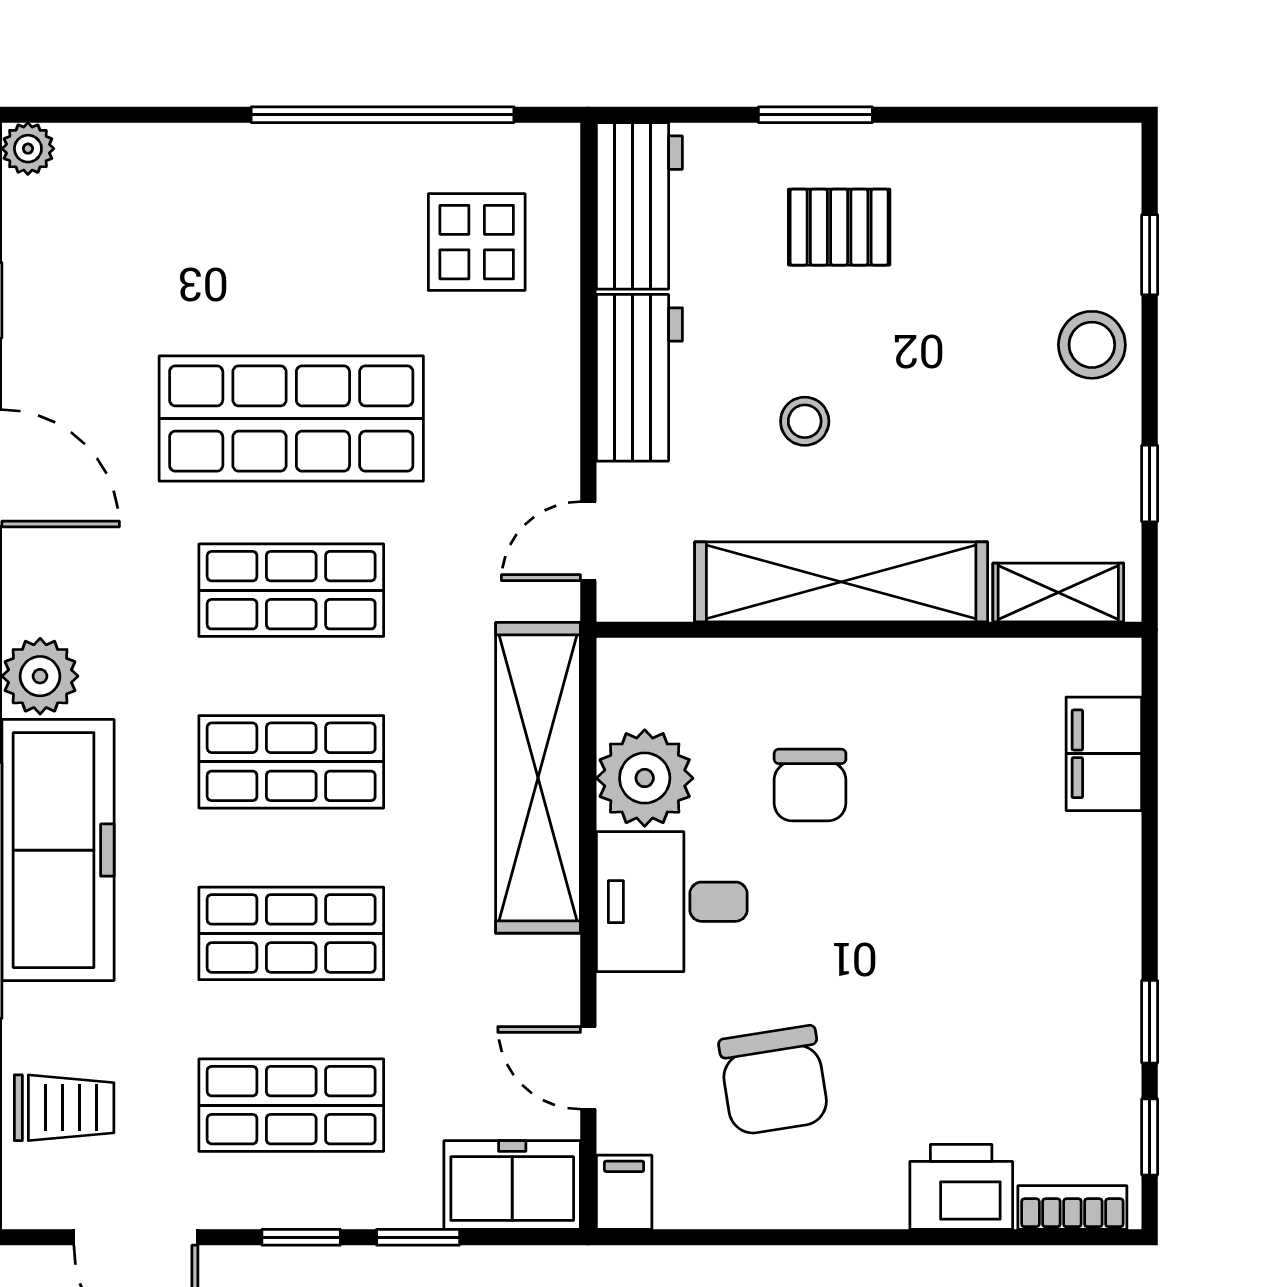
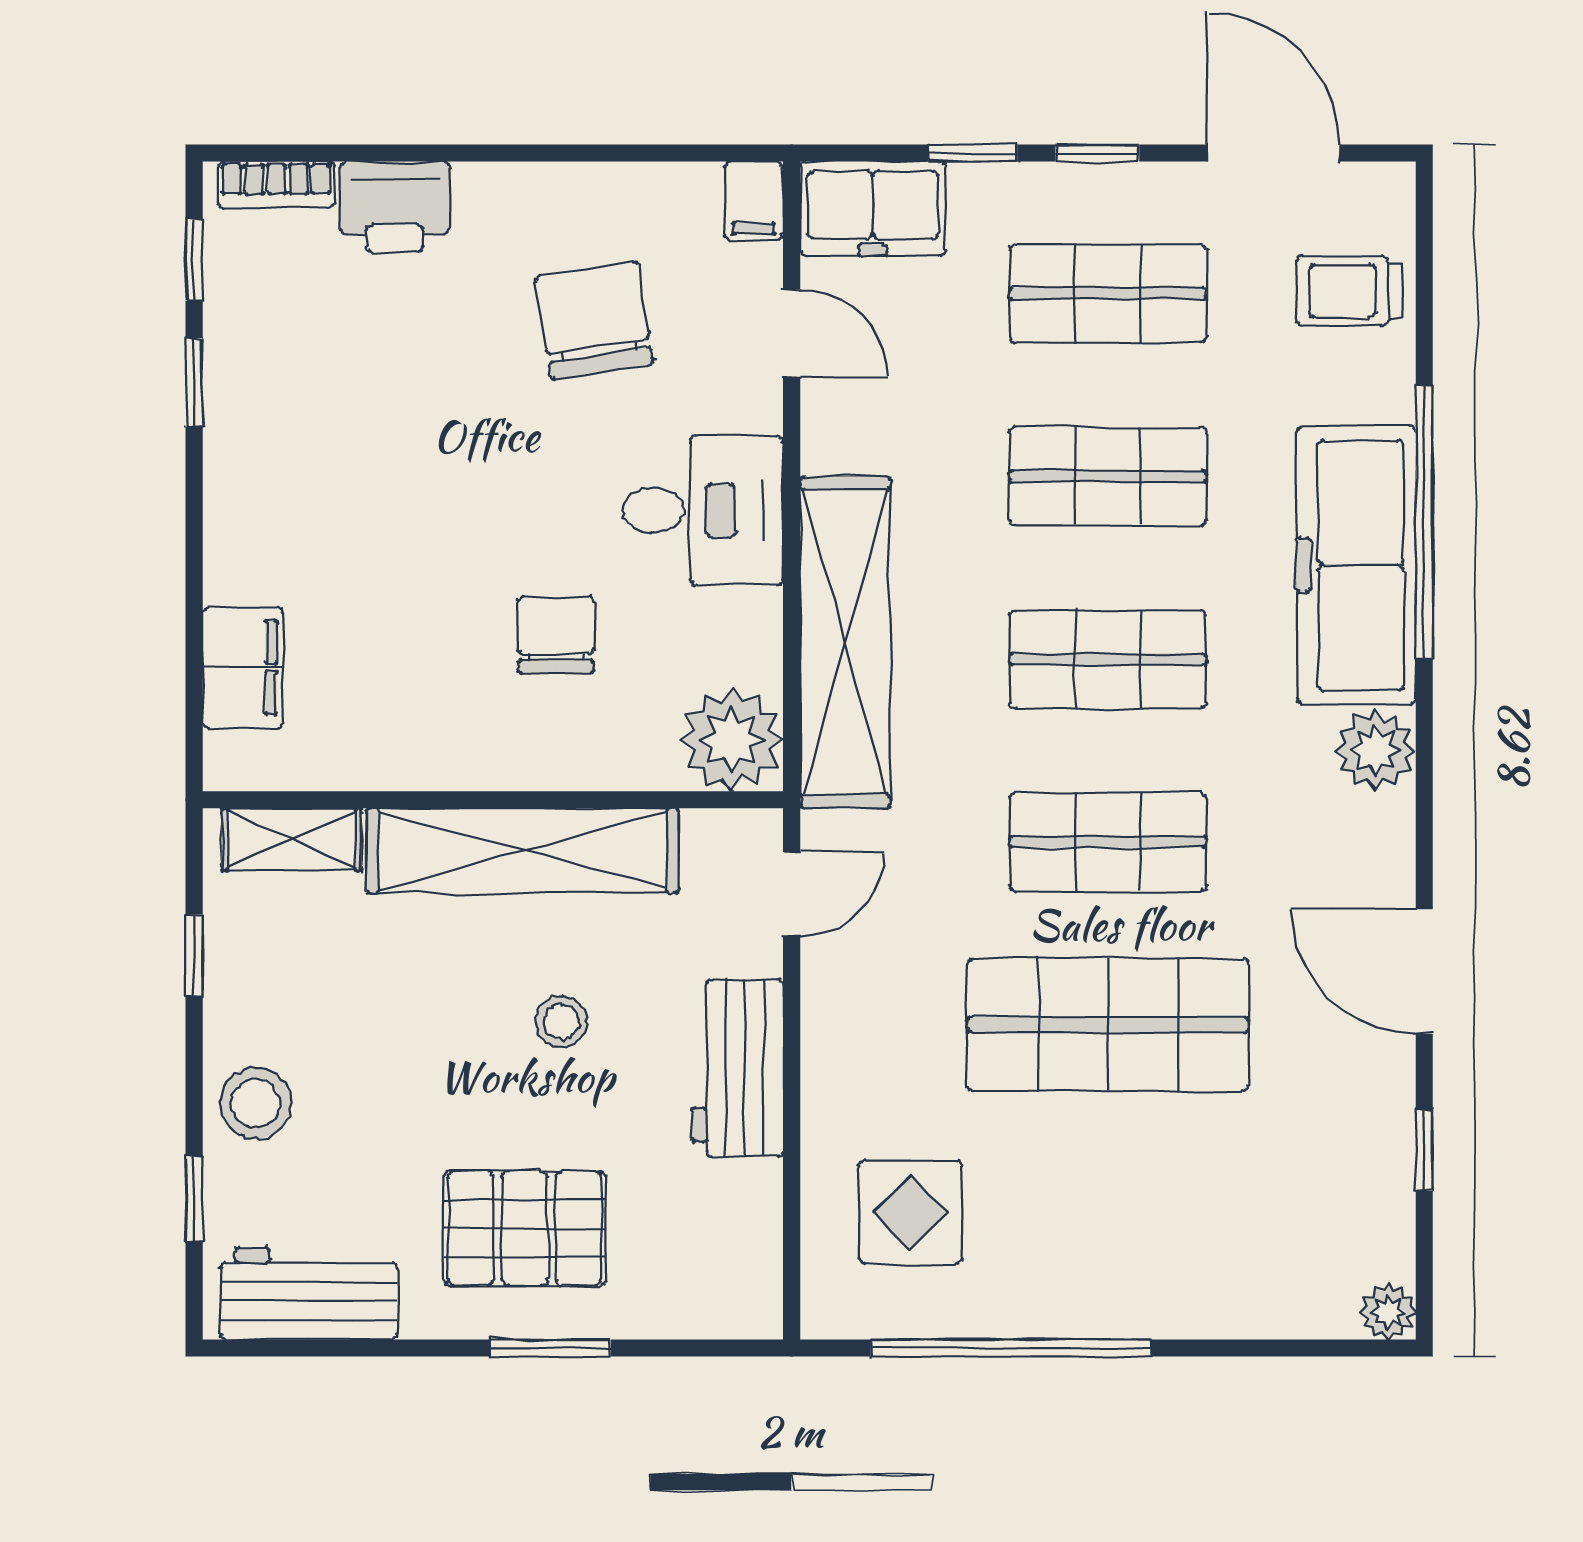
workbench: (639, 206) -> (309, 1294), moved, turned 90
pallet: (839, 227) -> (525, 1228), width x1.50, depth x1.42
plant: (645, 778) -> (732, 740), moved

